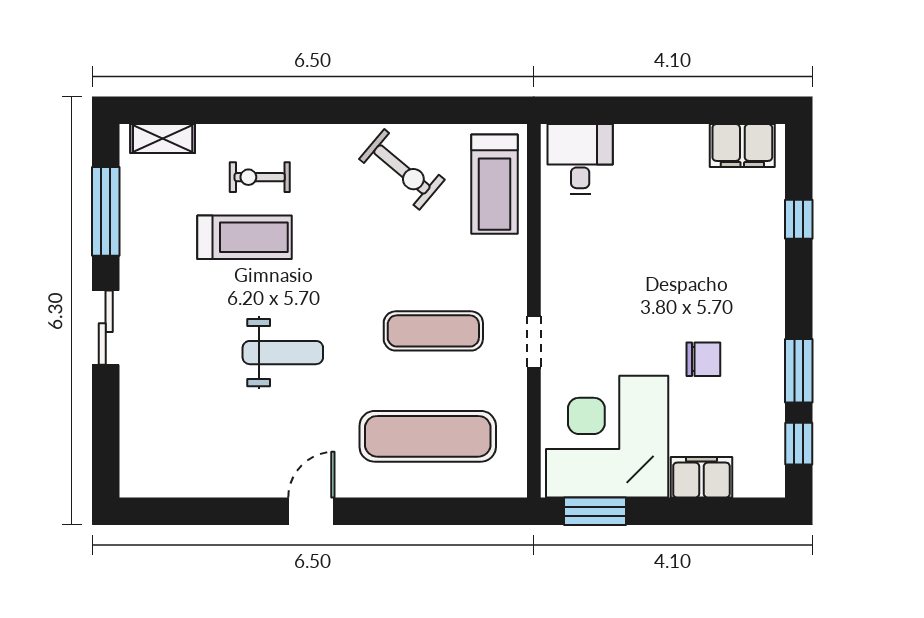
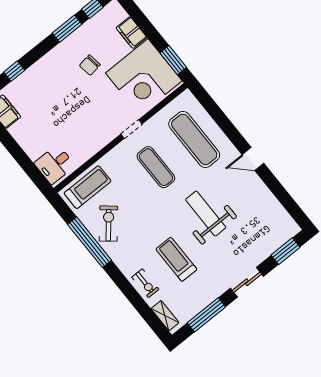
window: (396, 110) -> (90, 242), added
exercise bike: (260, 177) -> (145, 283), moved
weight bench: (283, 353) -> (206, 214), width x1.36, depth x1.33
chair: (703, 359) -> (90, 65), turned -99
window: (106, 438) -> (285, 251), added

